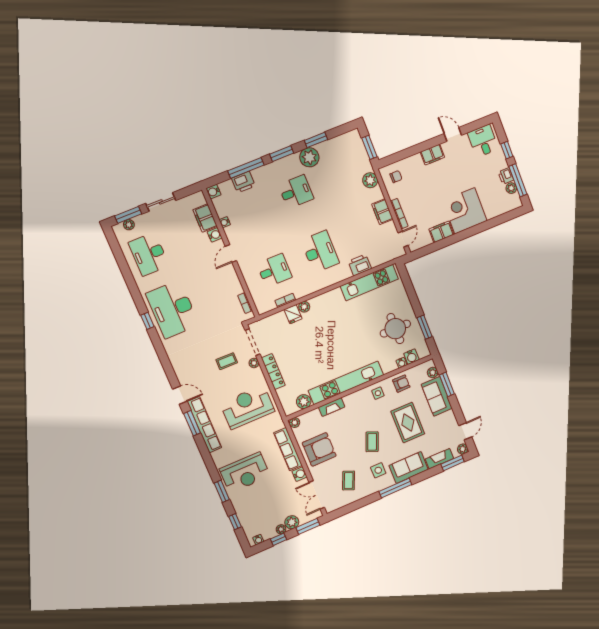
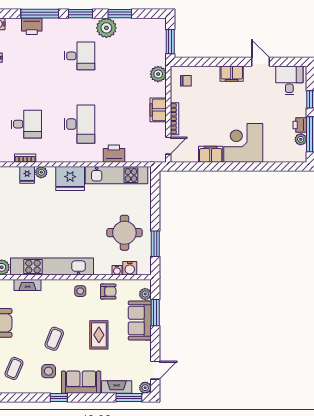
fridge: (331, 302) -> (70, 178), added
rug: (408, 423) -> (99, 335), width x0.73, depth x0.70
window: (395, 488) -> (59, 398), width x0.46

